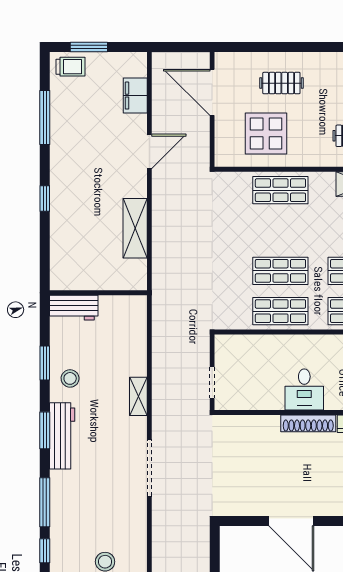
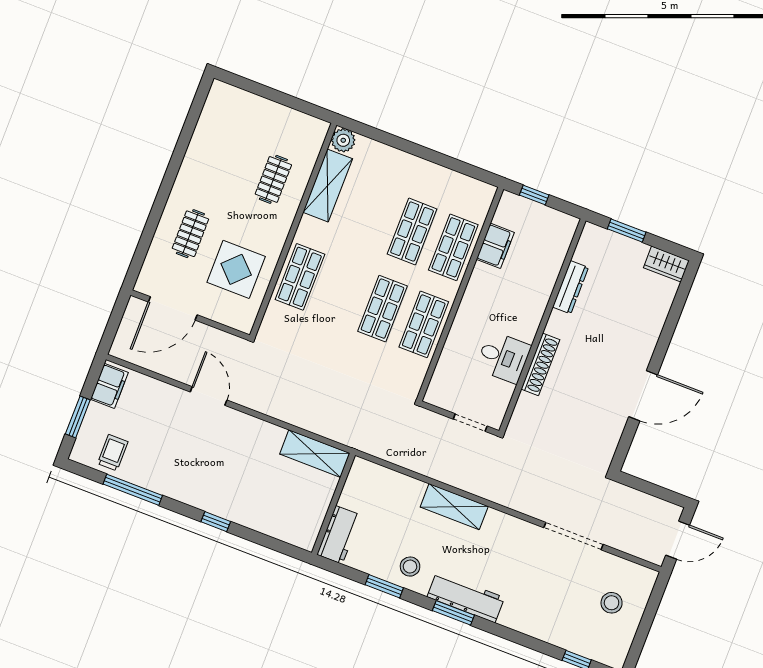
trolley: (70, 67) -> (113, 453), moved
filing cabinet: (135, 96) -> (109, 386), moved, turned -90
shelving: (135, 228) -> (315, 454), moved
desk: (304, 389) -> (503, 357), moved
shelving: (138, 396) -> (454, 507), width x1.50, depth x1.33
shoe rack: (308, 423) -> (540, 364), moved
doorway: (149, 468) -> (573, 536), moved
window: (45, 502) -> (527, 641), removed

